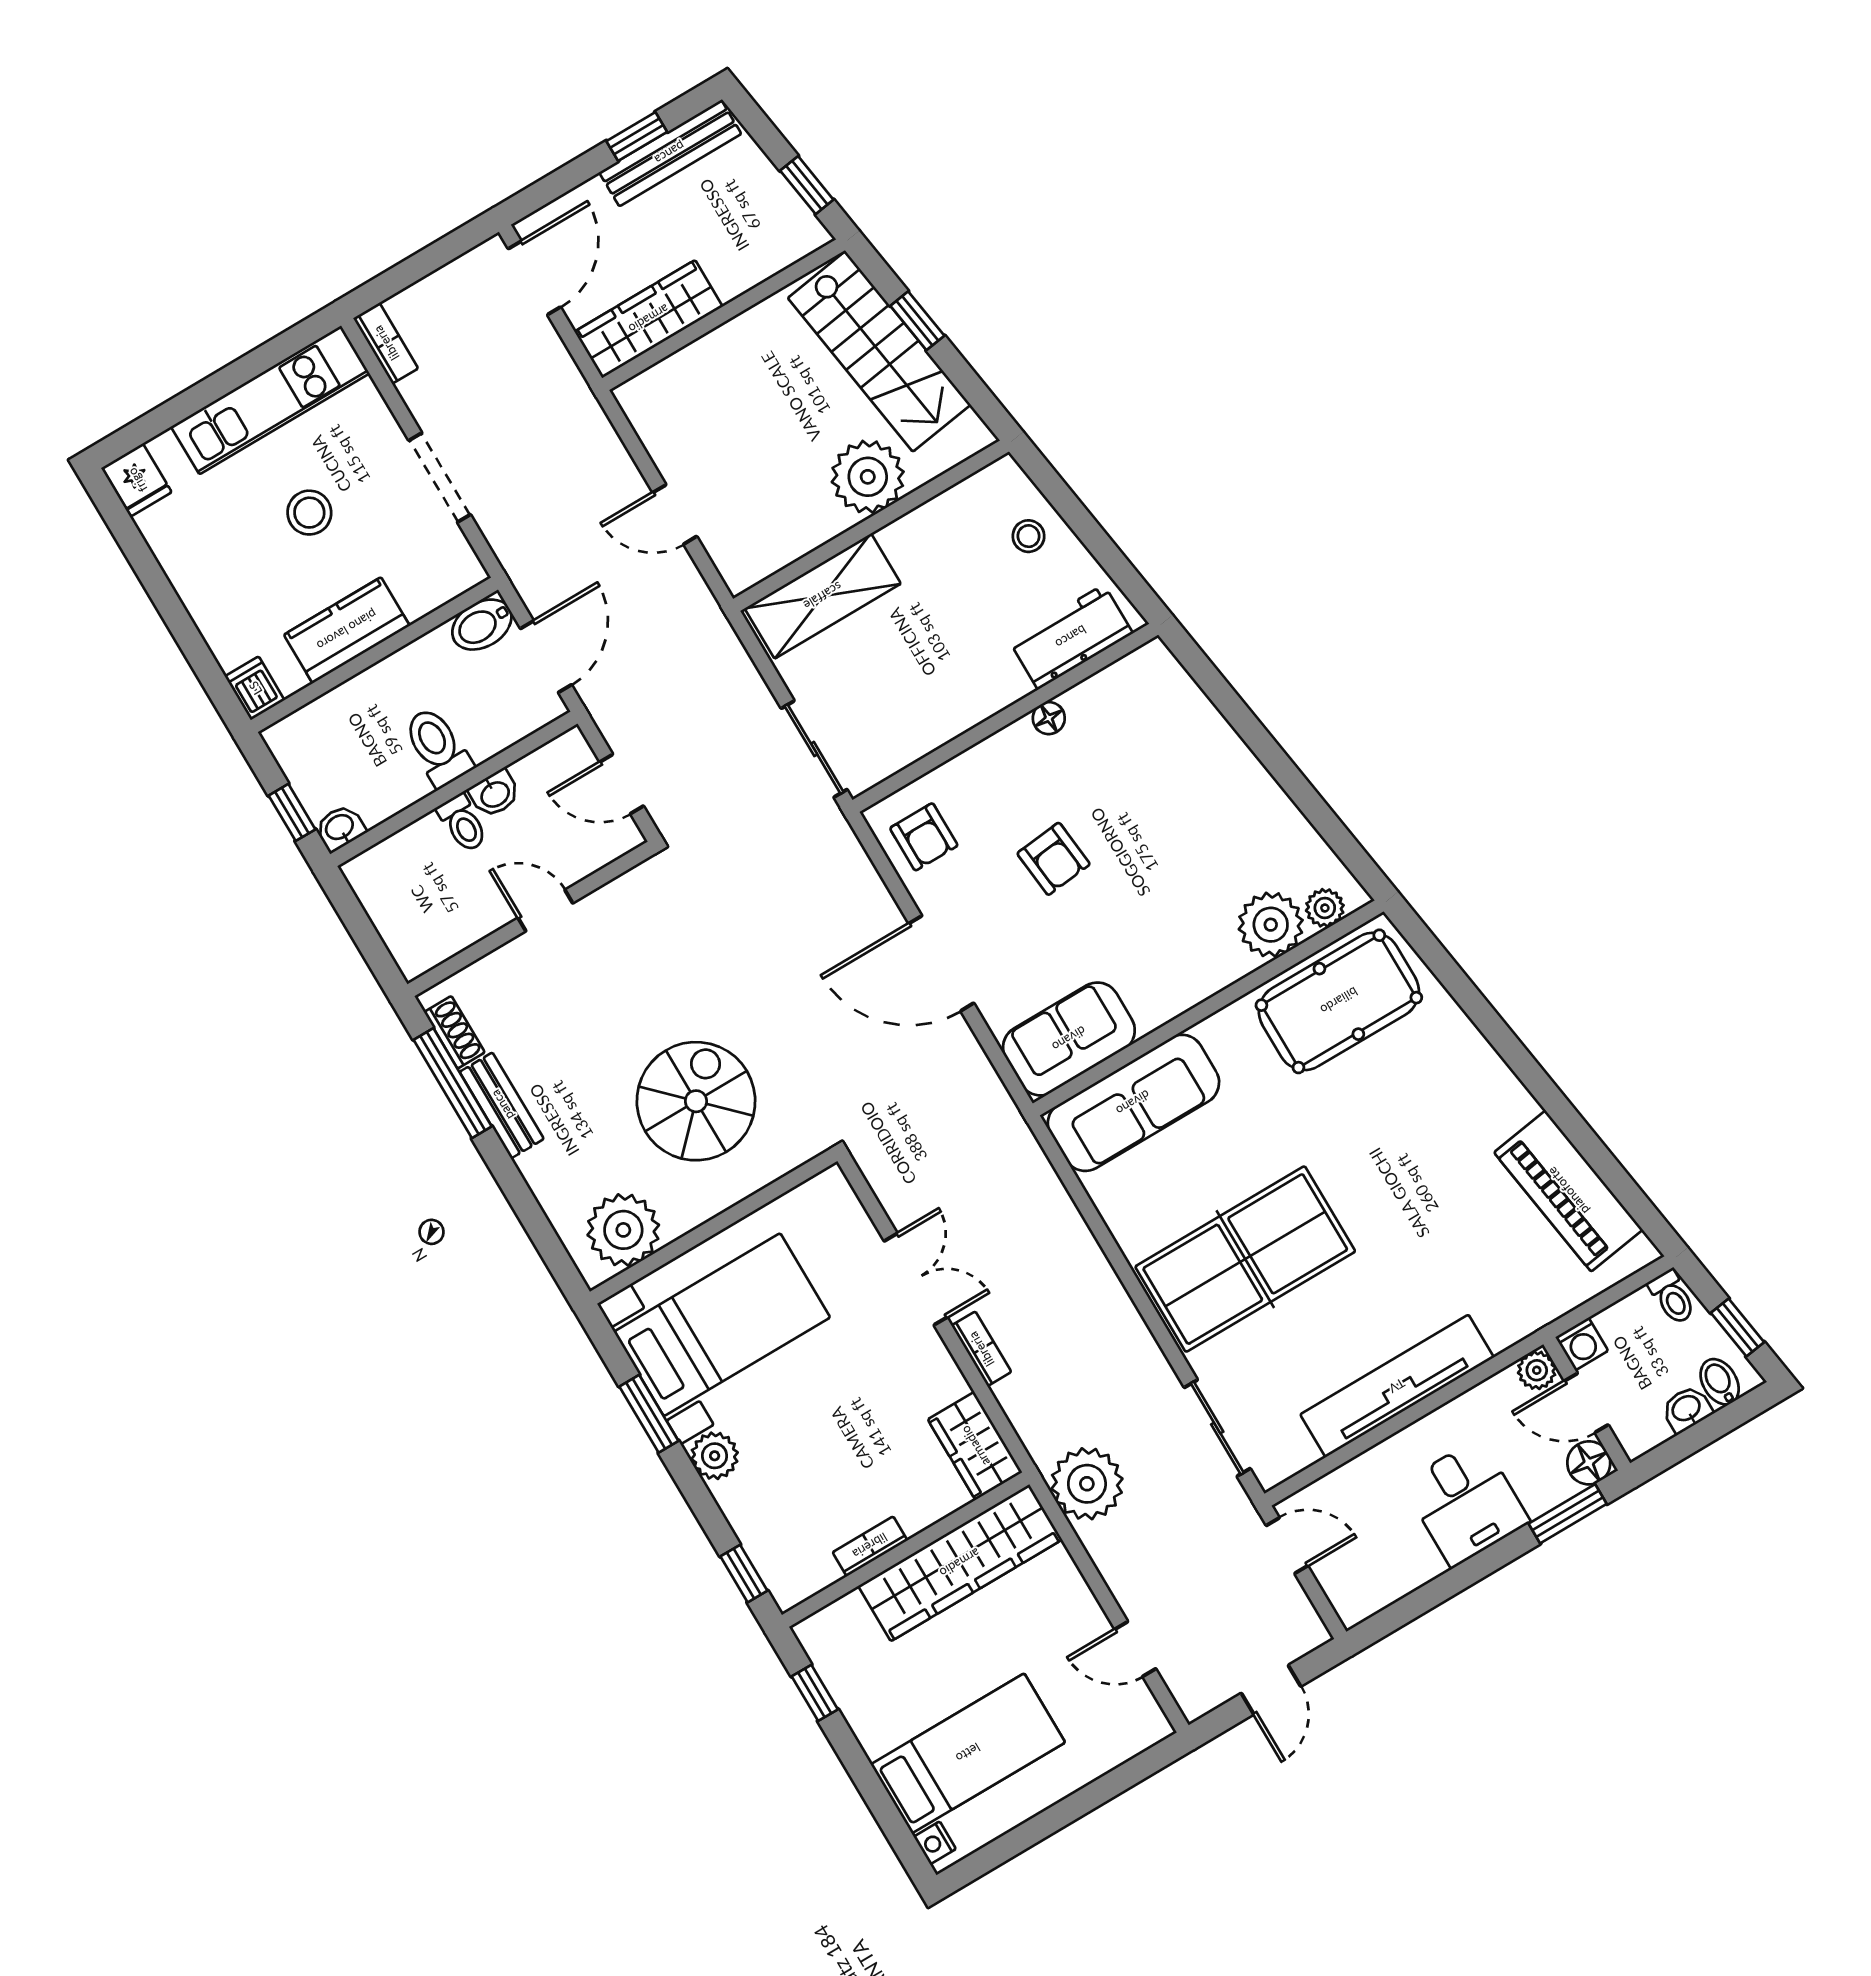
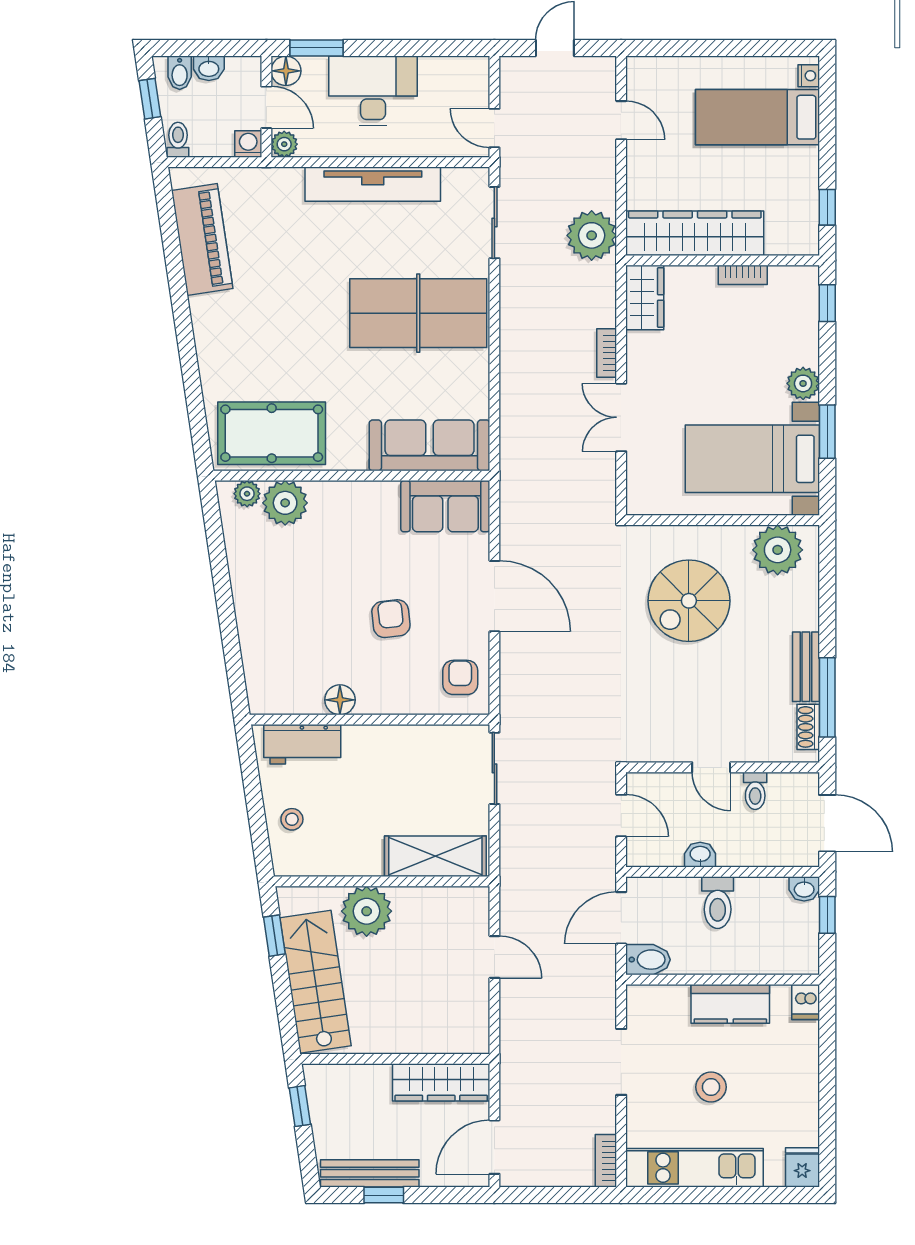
window: (917, 321) -> (274, 936), moved
floor lamp: (1049, 718) -> (340, 700), width x1.37, depth x1.37
toilet: (463, 823) -> (755, 791), moved, turned 180
door: (360, 927) -> (827, 823), added
desk: (1466, 1503) -> (373, 91), width x1.37

